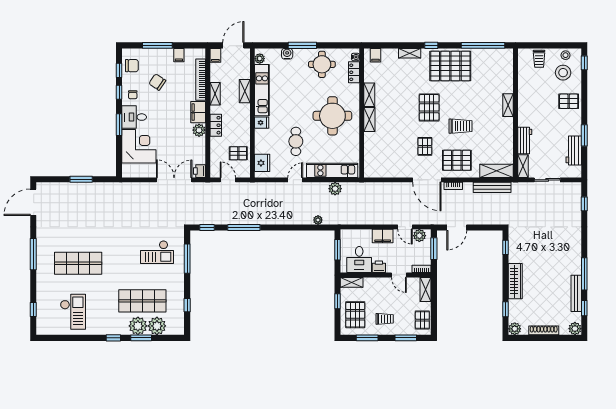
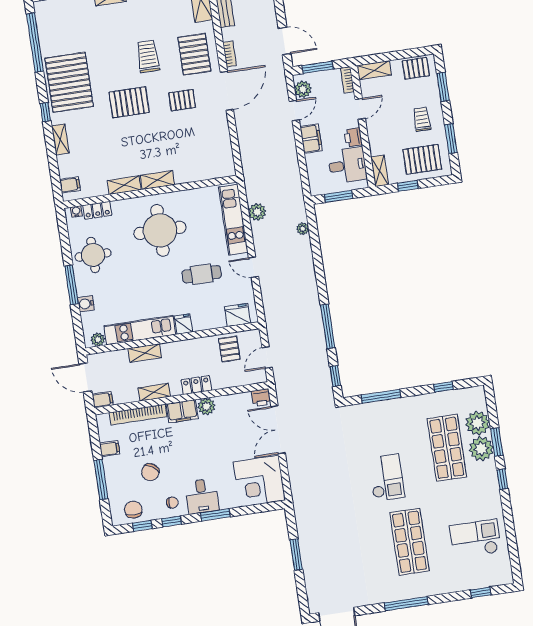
corner desk: (139, 146) -> (259, 481), moved, turned -90
checkout: (157, 252) -> (386, 478), moved

